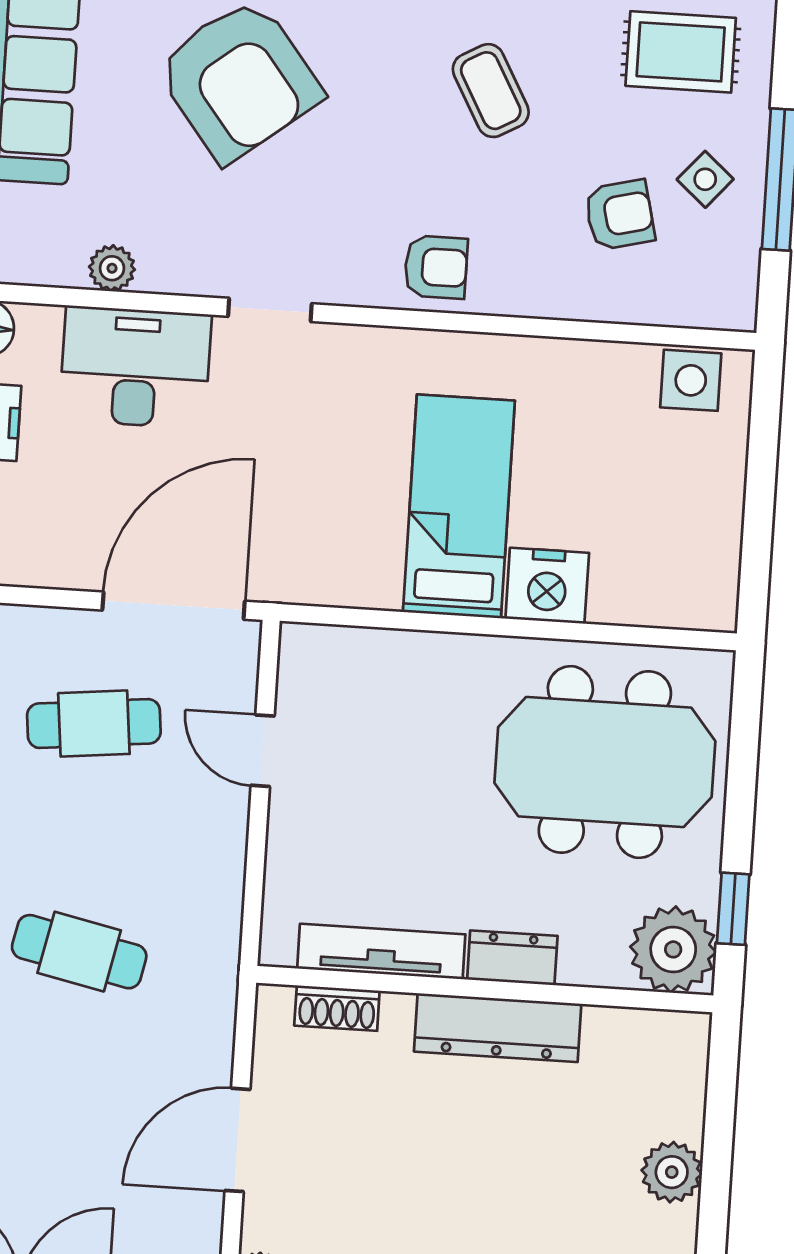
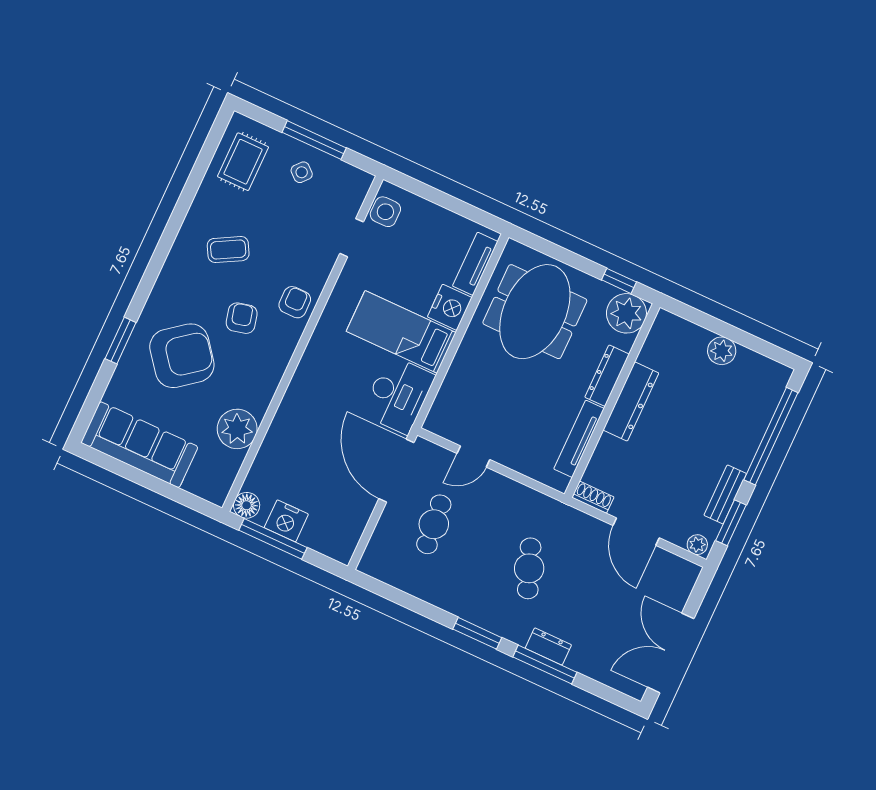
armchair: (620, 215) -> (242, 318), moved
plant: (112, 268) -> (237, 429), width x1.88, depth x1.88
doorway: (270, 310) -> (352, 238), moved
desk: (135, 367) -> (398, 395), moved, turned 180
tv unit: (655, 603) -> (475, 264), added
cafe table: (79, 952) -> (529, 568), turned -33
dresser: (512, 958) -> (607, 376), width x1.44
shoe rack: (337, 1008) -> (593, 497), moved, turned -90

